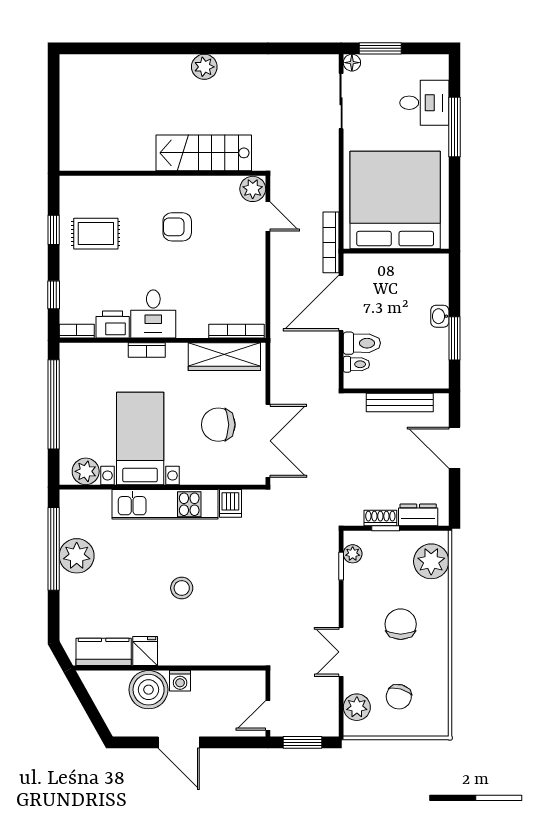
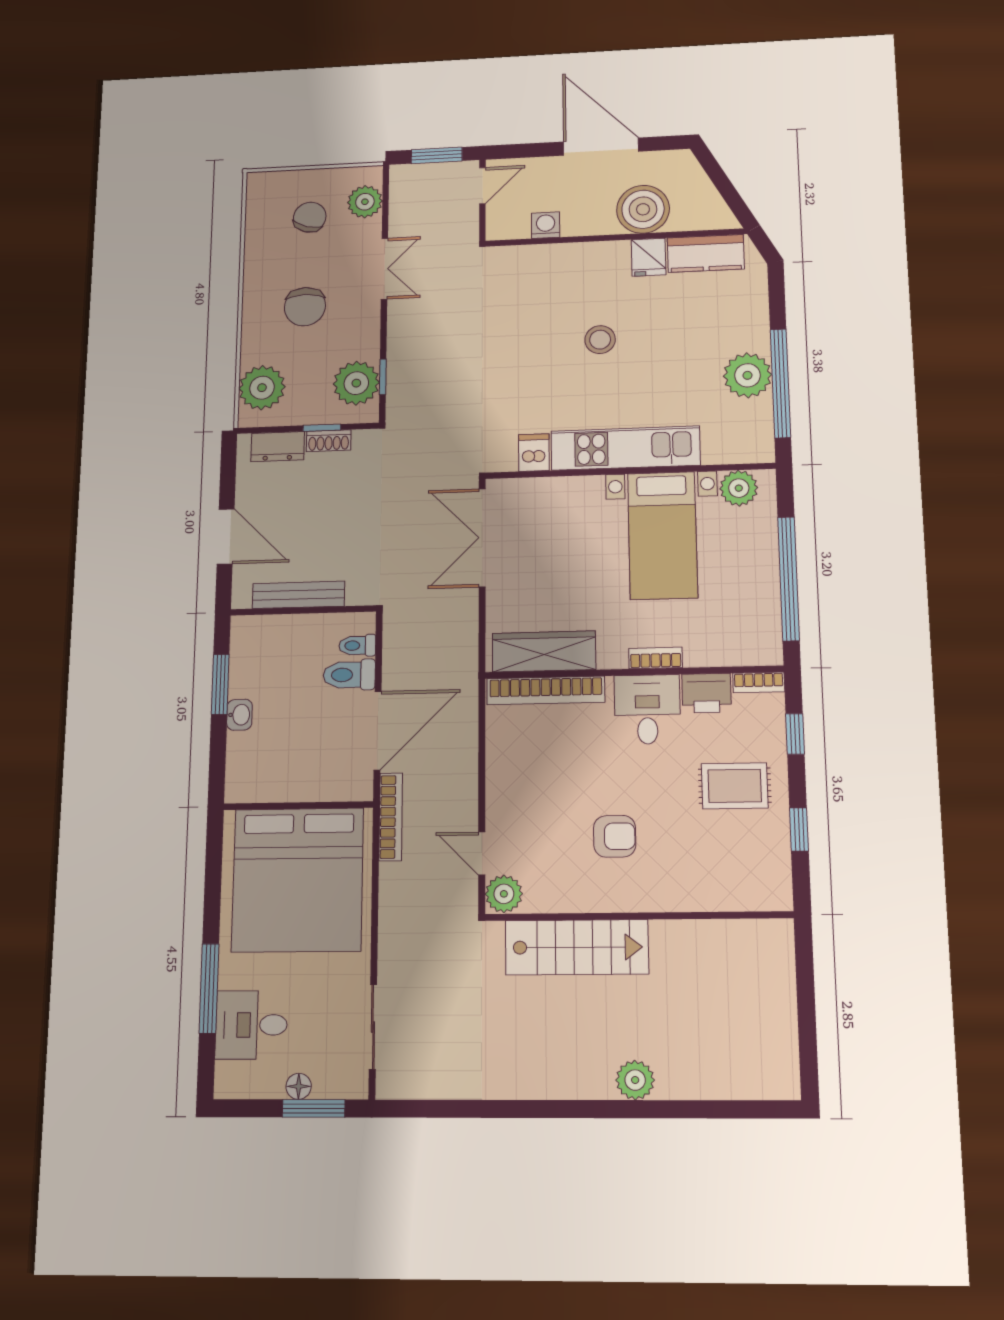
floor lamp: (352, 63) -> (299, 1086), moved
plant: (204, 67) -> (635, 1080), moved
rug: (96, 234) -> (735, 786), moved
bookcase: (237, 331) -> (546, 690), width x1.48, depth x1.31
chair: (218, 425) -> (552, 557), removed
plant: (353, 554) -> (356, 383), width x1.87, depth x1.87
washing machine: (180, 681) -> (546, 225), moved
door: (179, 742) -> (601, 147), width x1.36

